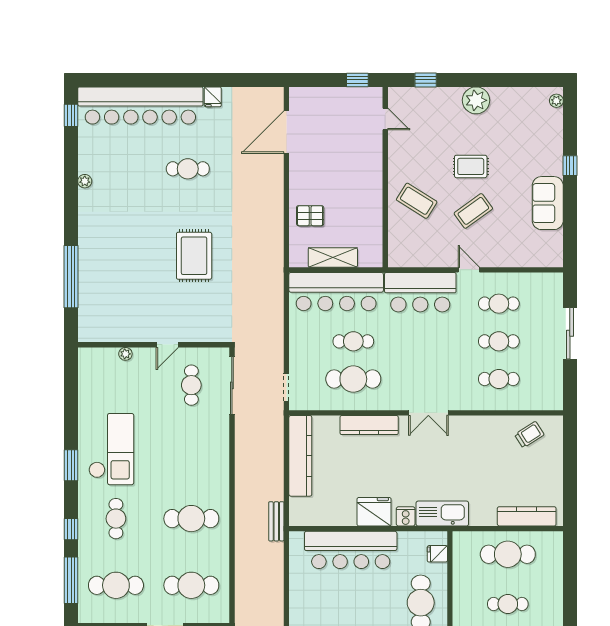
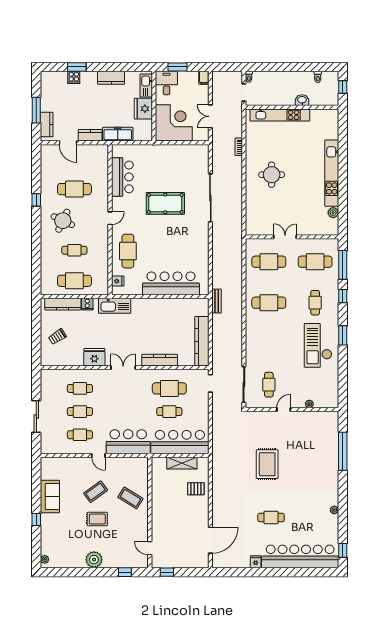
trolley: (529, 435) -> (57, 337), moved
fridge: (374, 512) -> (94, 357), moved, turned 180
cooker: (406, 516) -> (87, 304), moved

